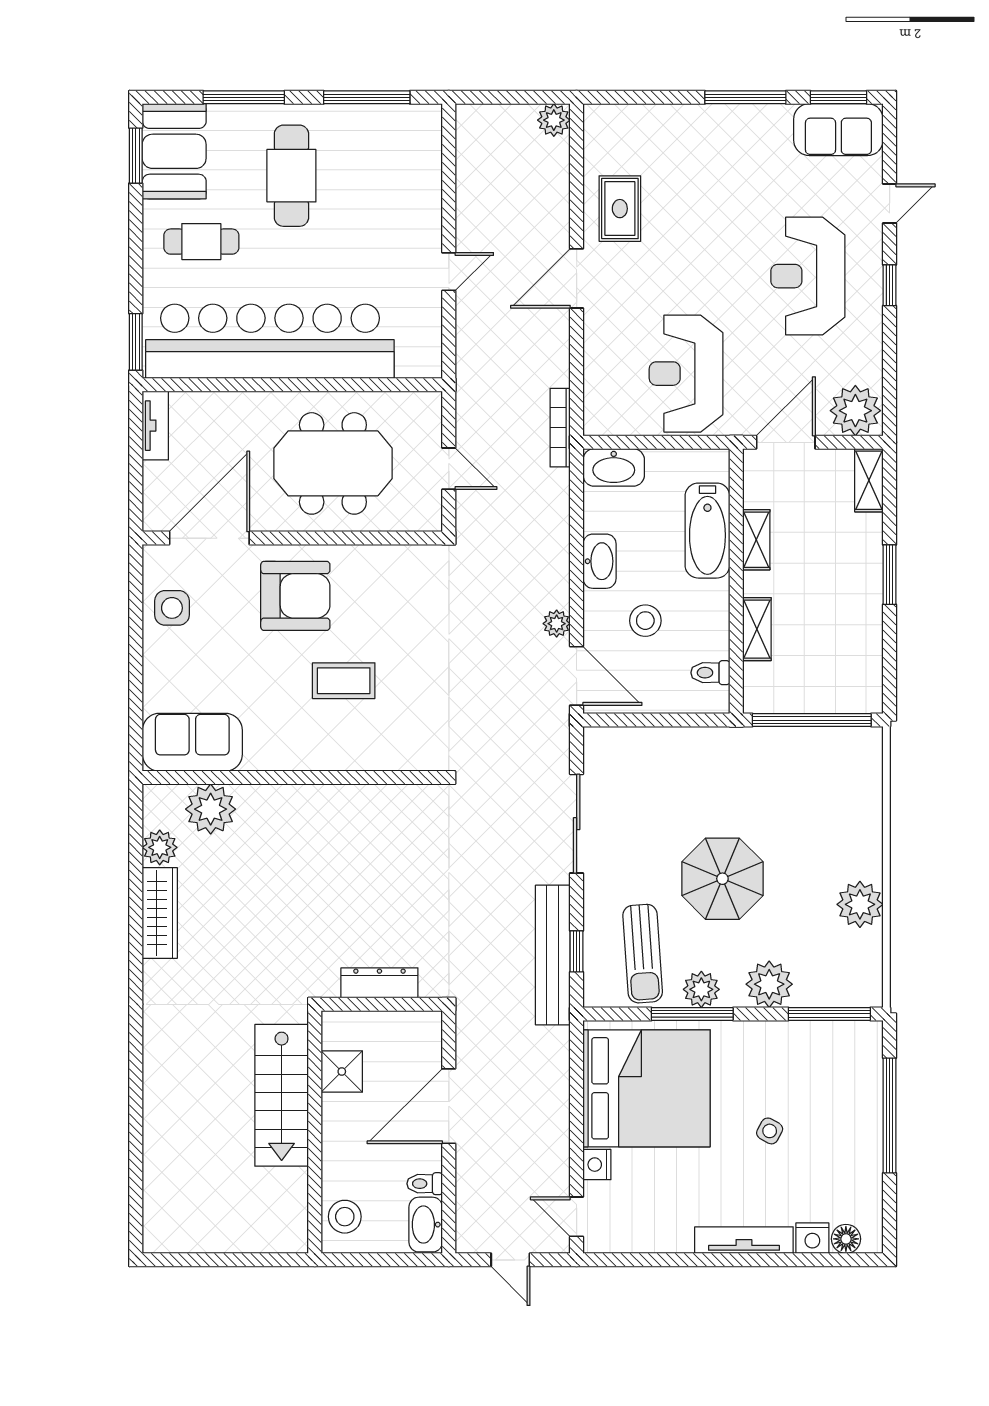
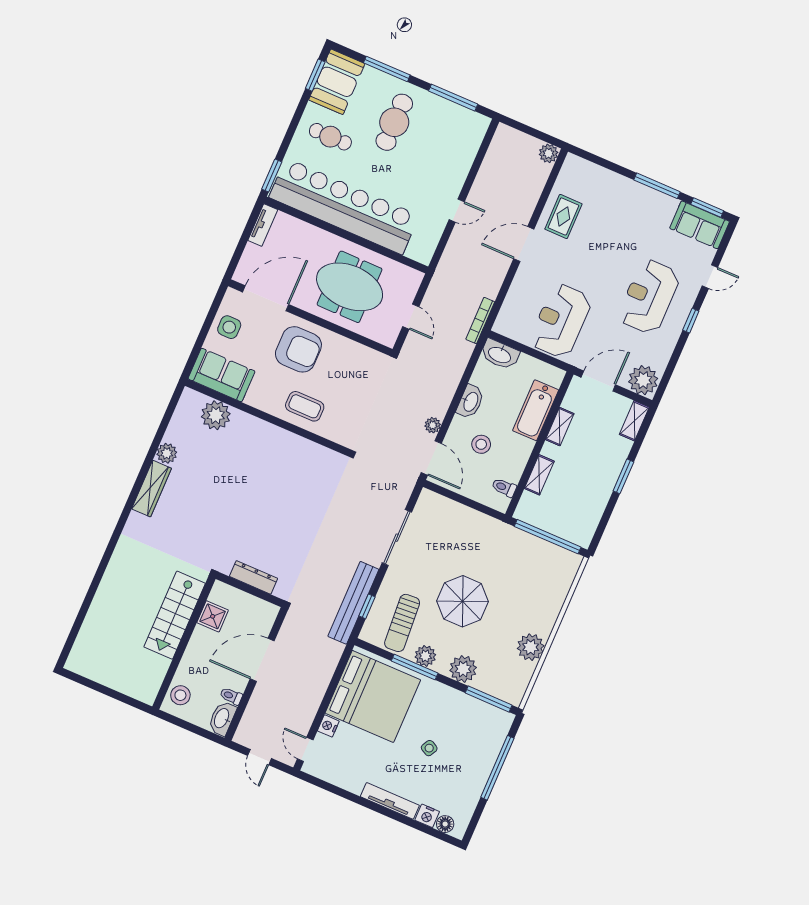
sofa: (192, 742) -> (222, 375), moved
wall: (292, 778) -> (267, 417), moved
plant: (211, 809) -> (216, 415), moved

